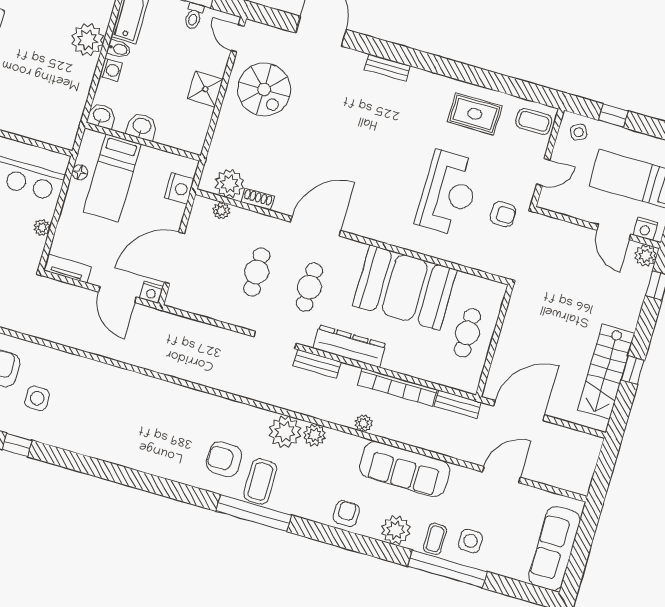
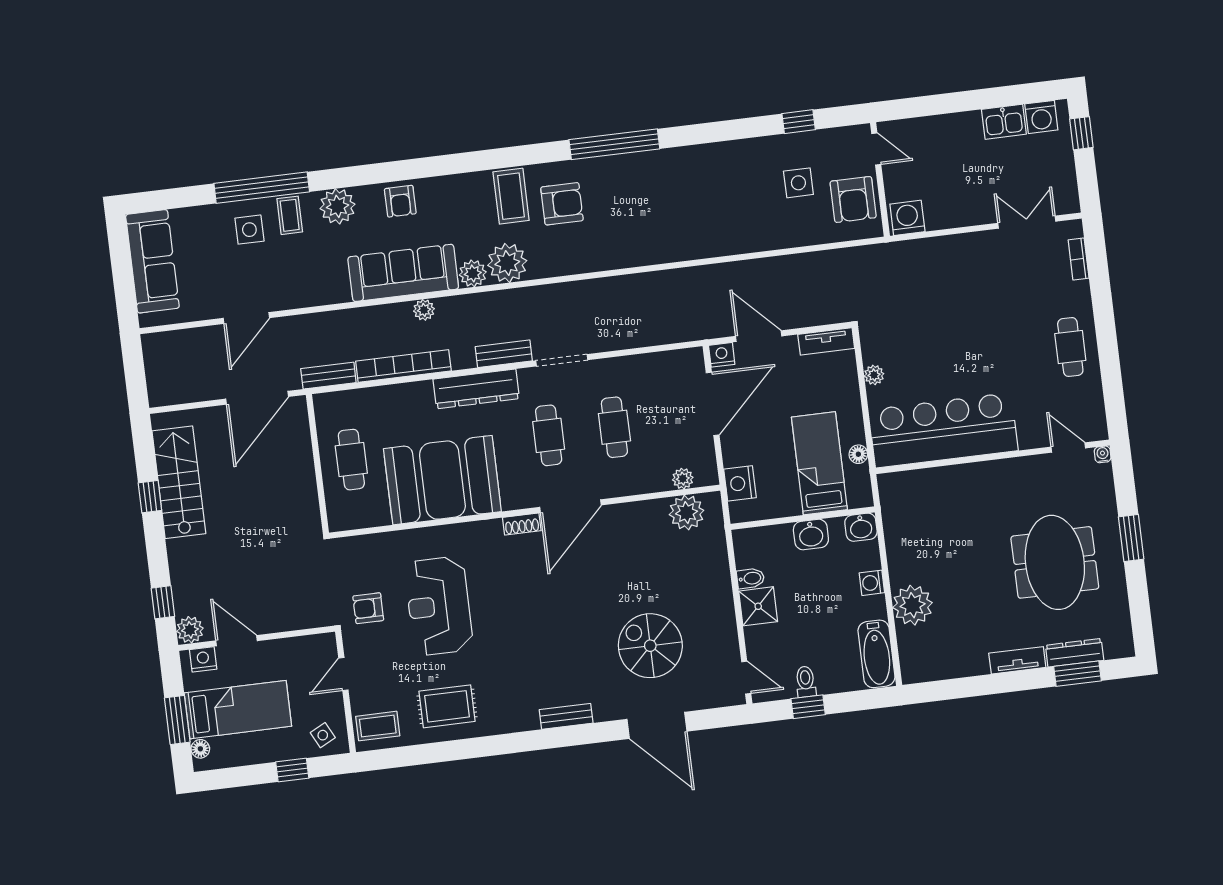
bidet: (119, 49) -> (751, 578), moved, turned 180
spiral stairs: (264, 89) -> (650, 646), moved
shoe rack: (258, 199) -> (522, 524), moved
sofa: (405, 469) -> (403, 273), moved
window: (254, 513) -> (614, 144), moved

